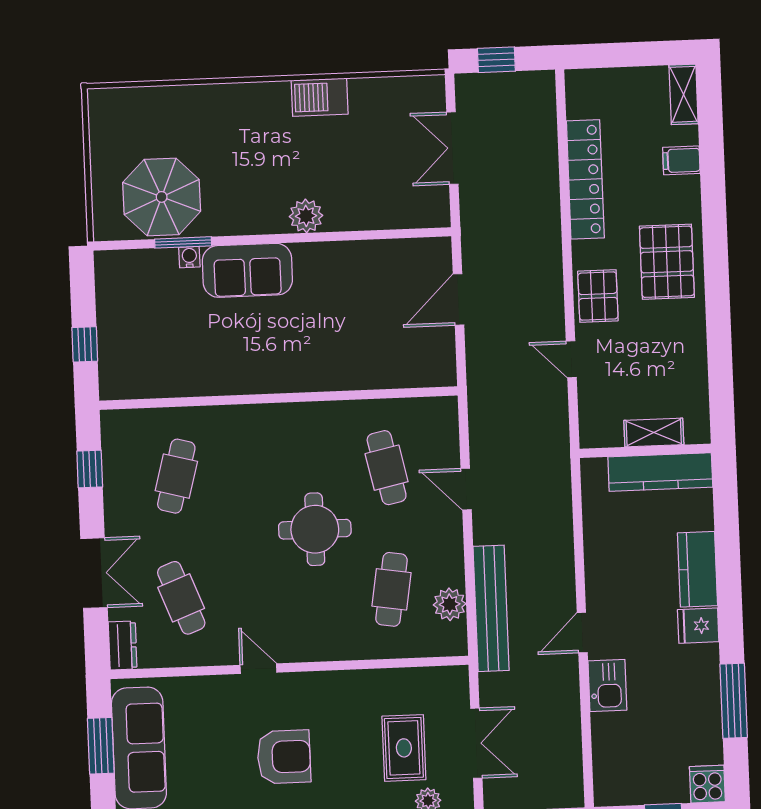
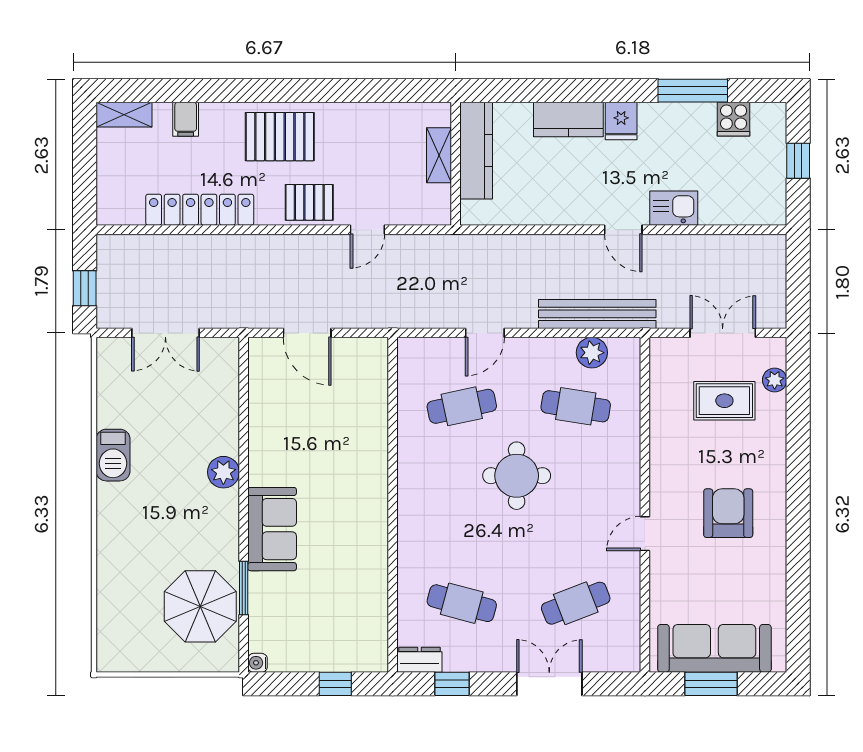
water cooler: (189, 257) -> (258, 663), moved
dresser: (123, 645) -> (419, 660), moved
cooker: (707, 784) -> (734, 119), moved, turned -90

